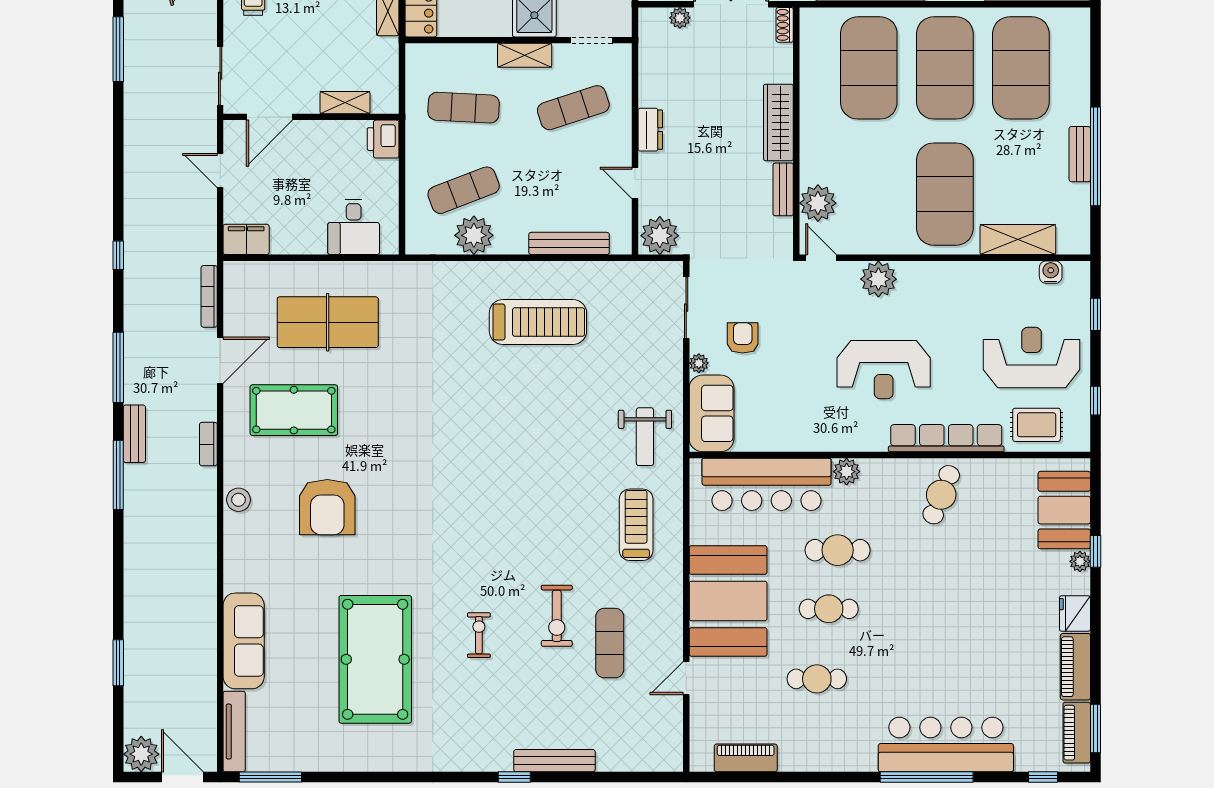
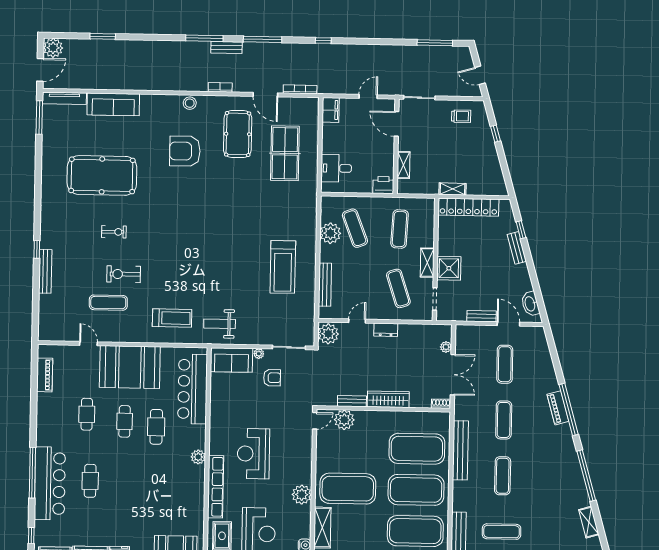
plant: (878, 279) -> (302, 495), moved
plant: (847, 472) -> (198, 457), moved
cafe table: (941, 495) -> (90, 481), moved, turned 68

